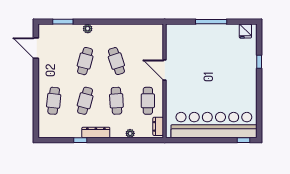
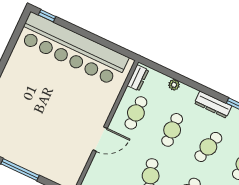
door: (165, 70) -> (100, 139), hinge flipped

